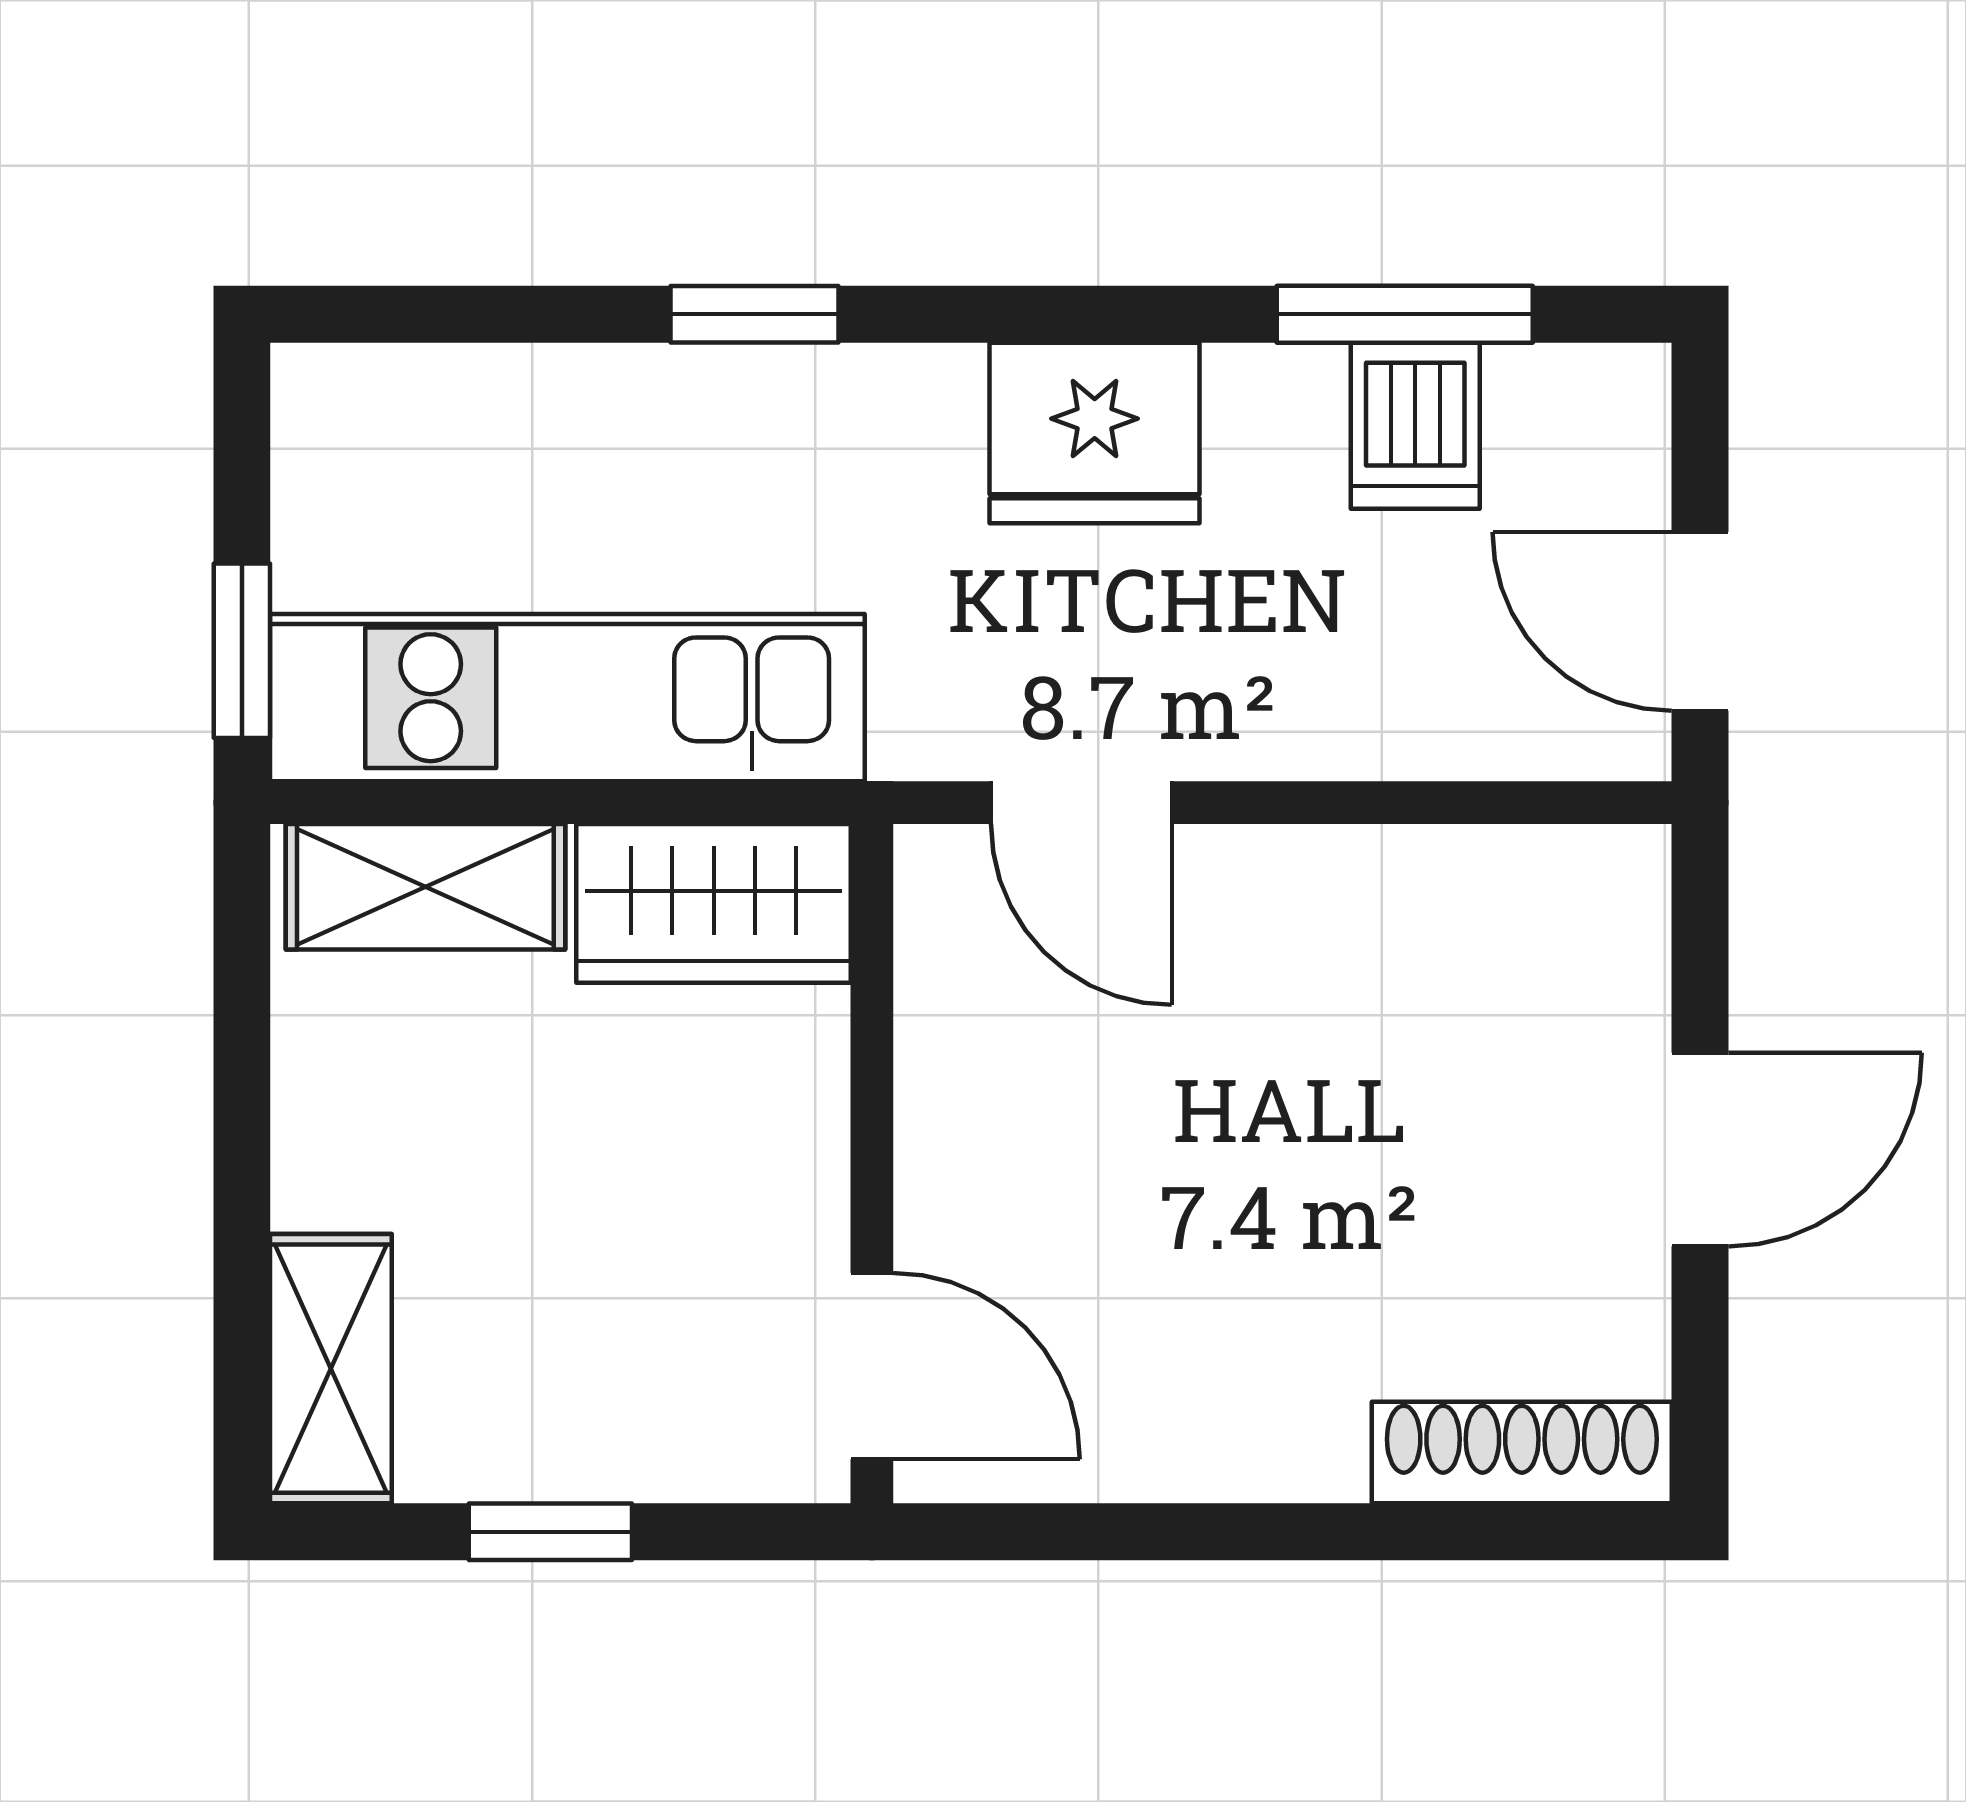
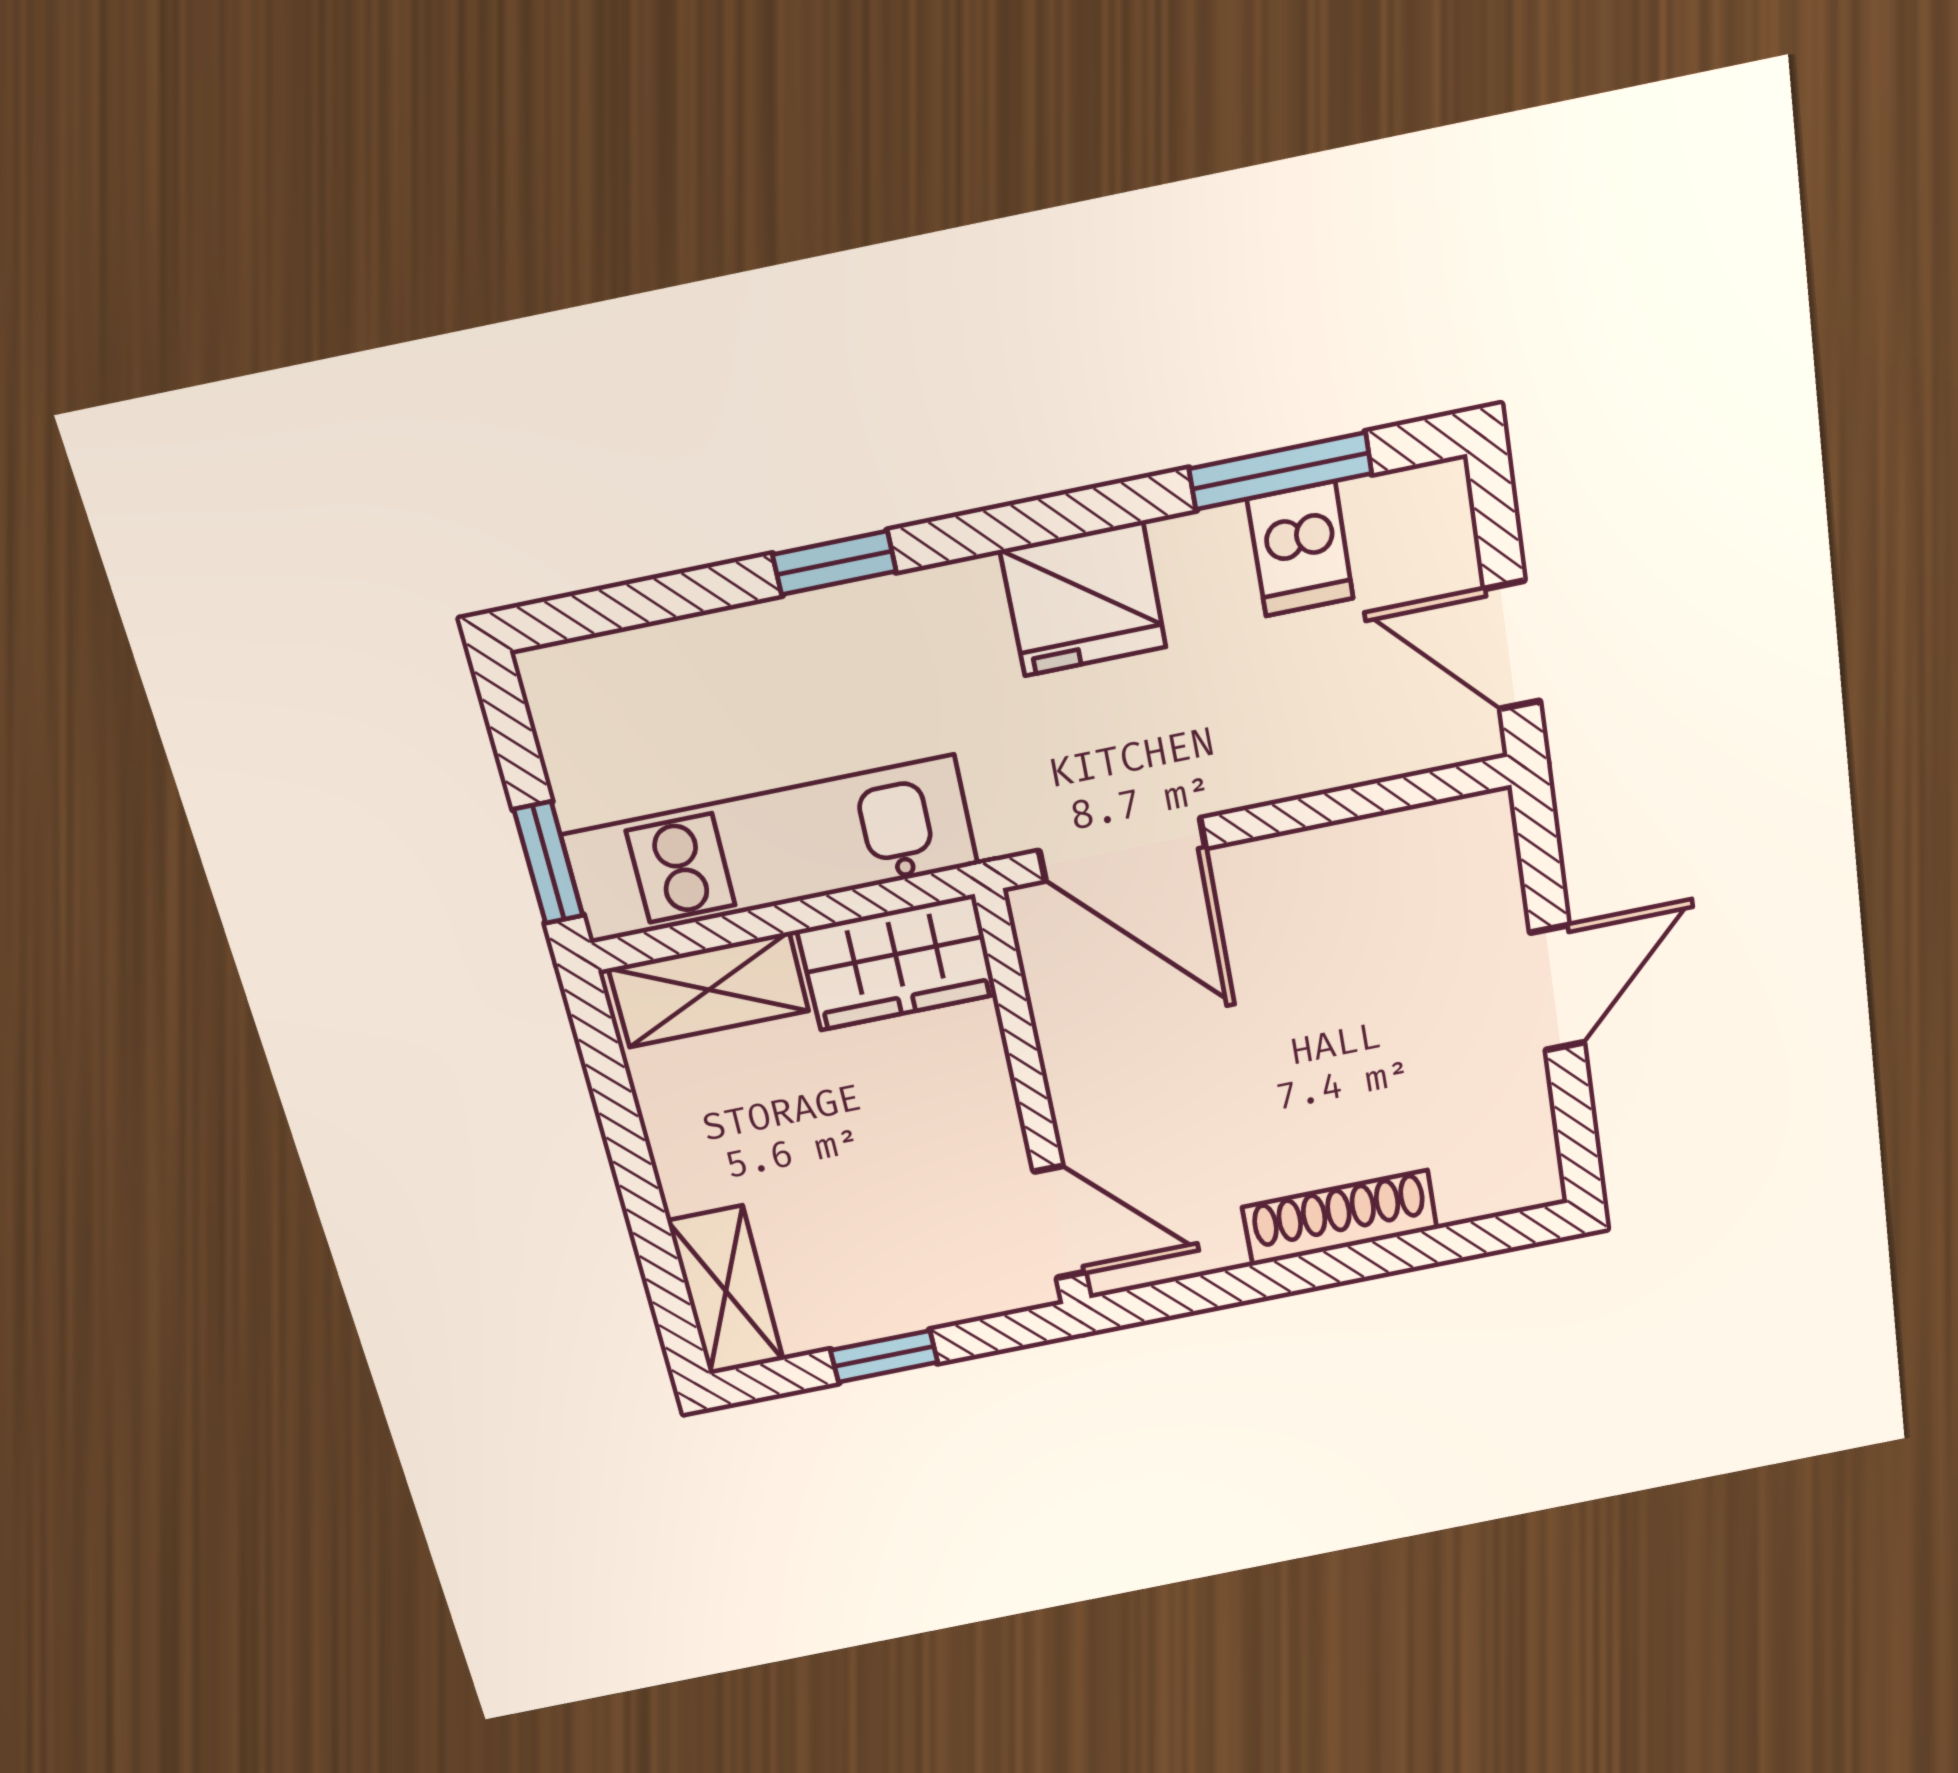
door: (1081, 803) -> (1122, 849), width x1.38
shoe rack: (1522, 1452) -> (1340, 1218), moved

